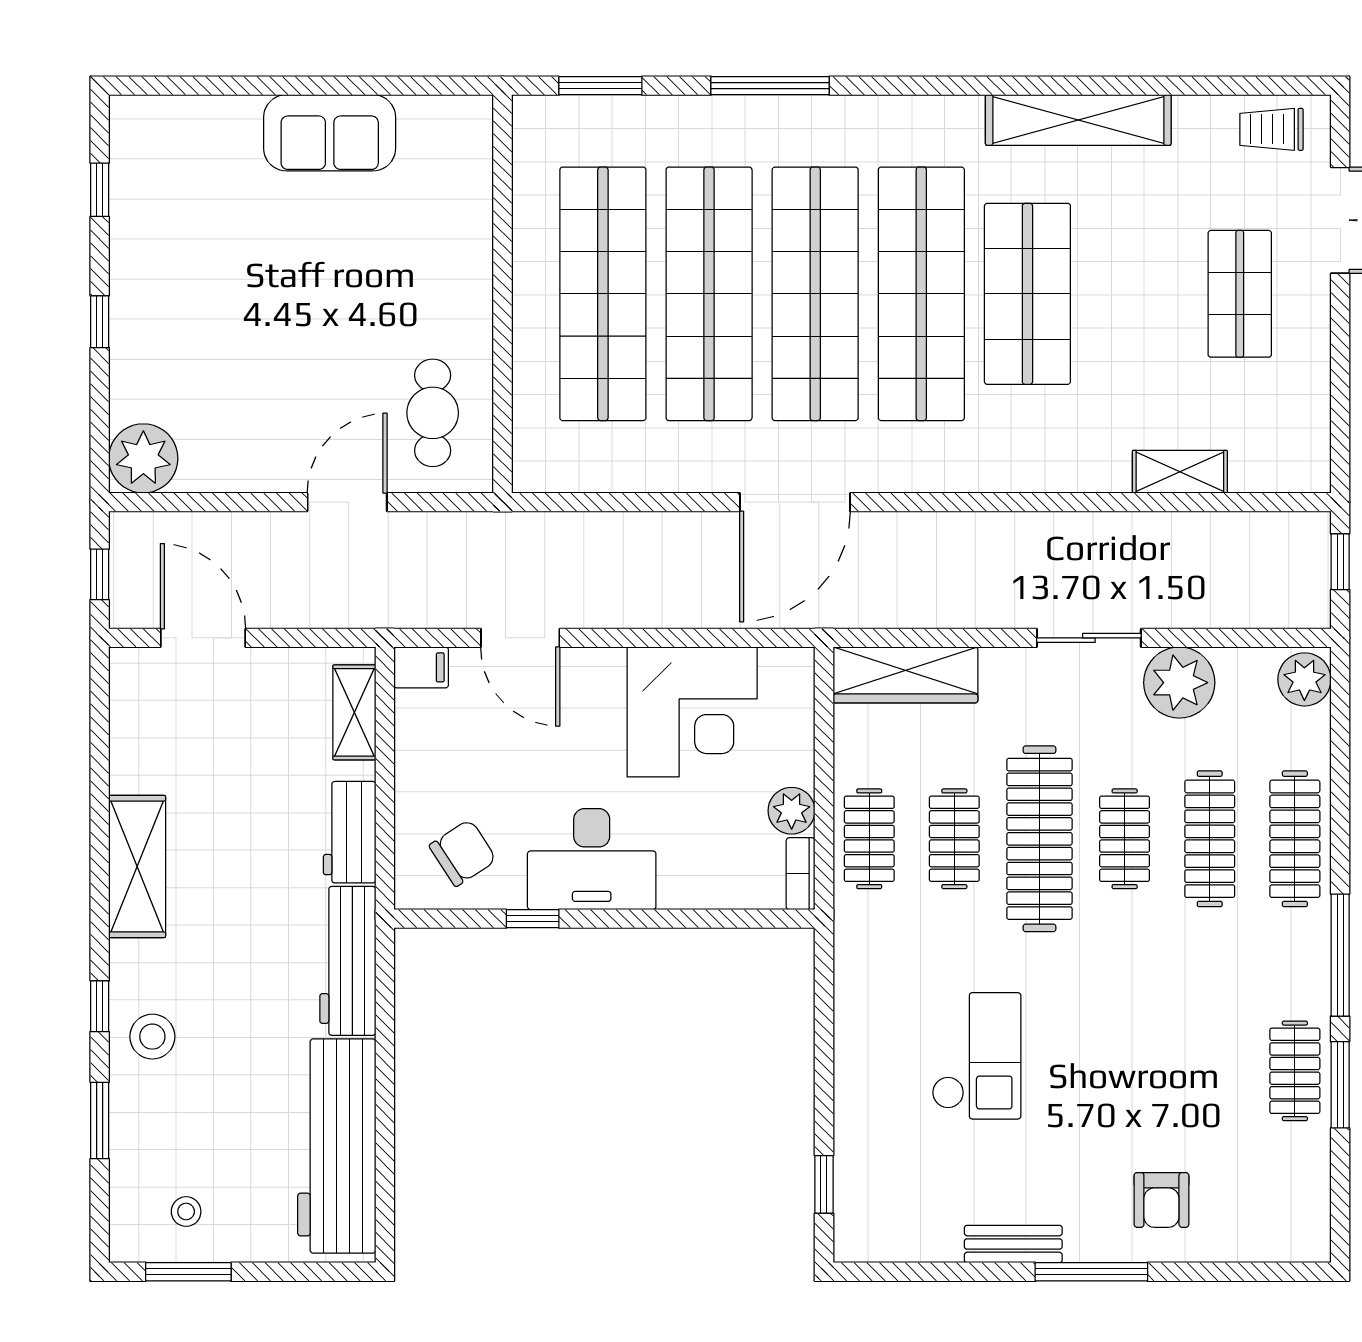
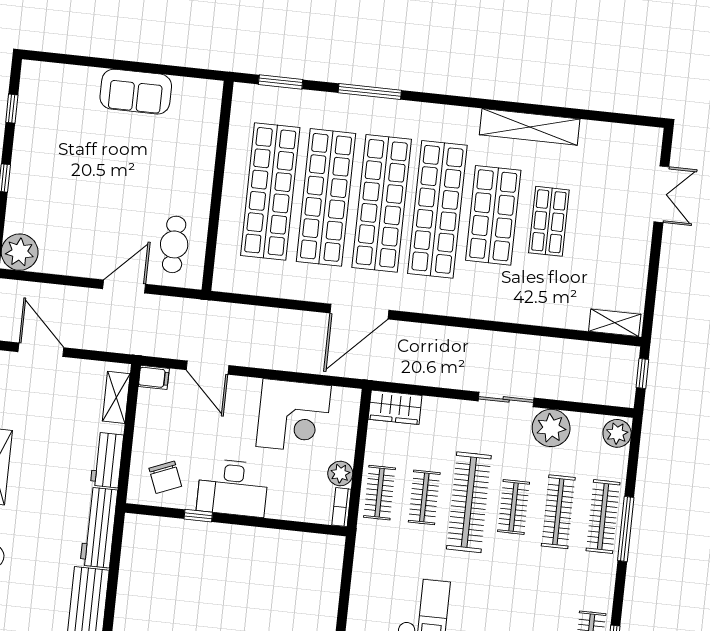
trolley: (1271, 129) -> (631, 143), removed
shop shelf: (1240, 294) -> (549, 221), moved
shelving: (1180, 472) -> (615, 323), moved
wardrobe: (905, 675) -> (395, 407), width x0.67
chair: (463, 853) -> (165, 477), turned 101
window: (1340, 955) -> (626, 529), moved

